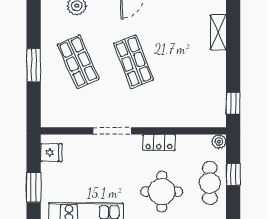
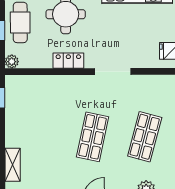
shop shelf: (78, 62) -> (145, 137), turned 39
shop shelf: (133, 62) -> (93, 137), turned 33

